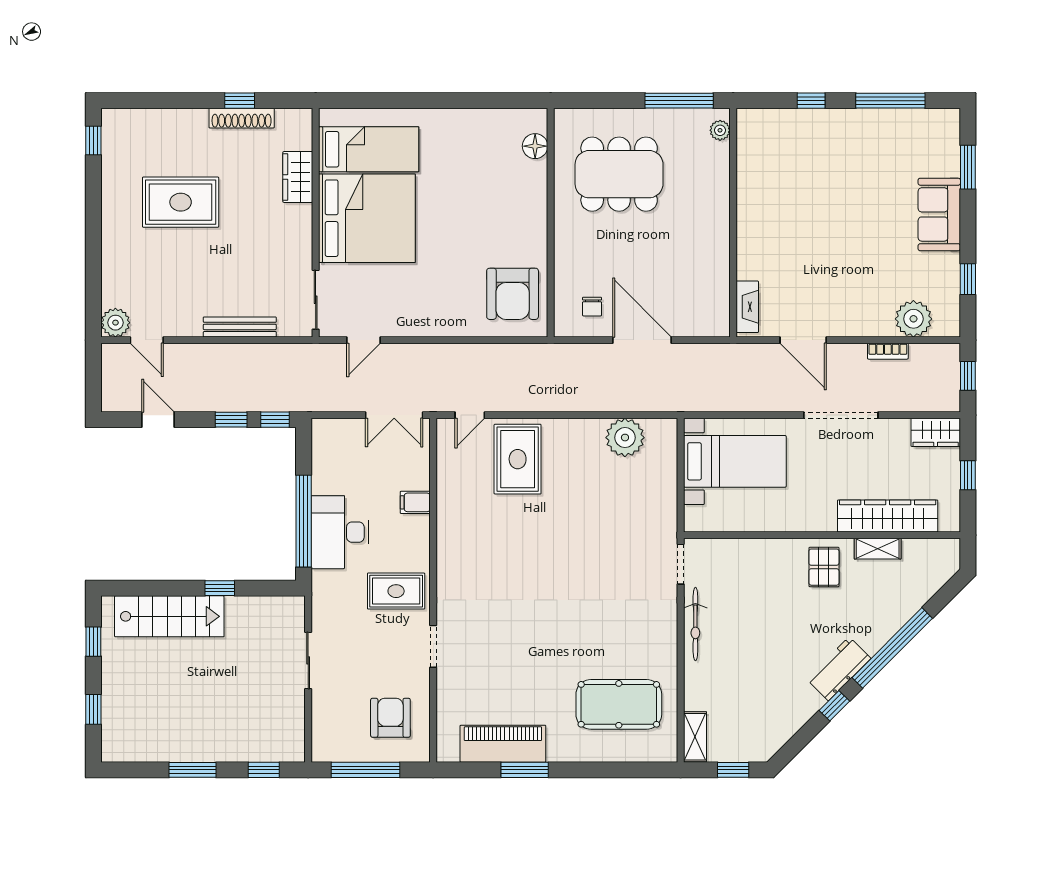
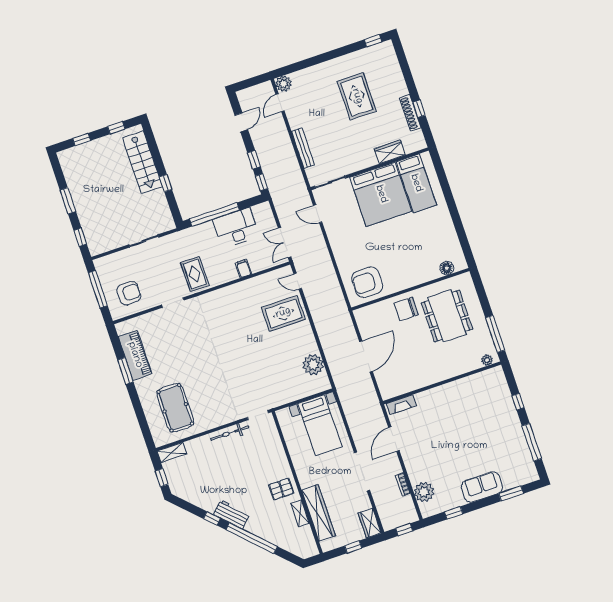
chair: (592, 307) -> (406, 309), moved, width x1.87, depth x1.87
desk: (340, 532) -> (236, 228), moved

